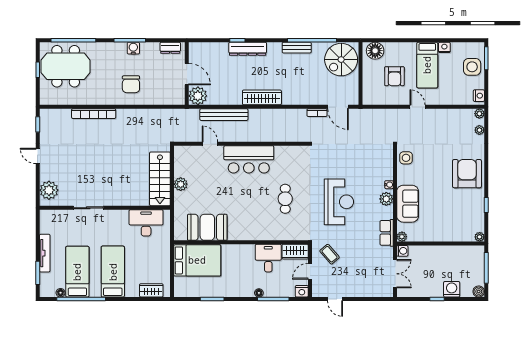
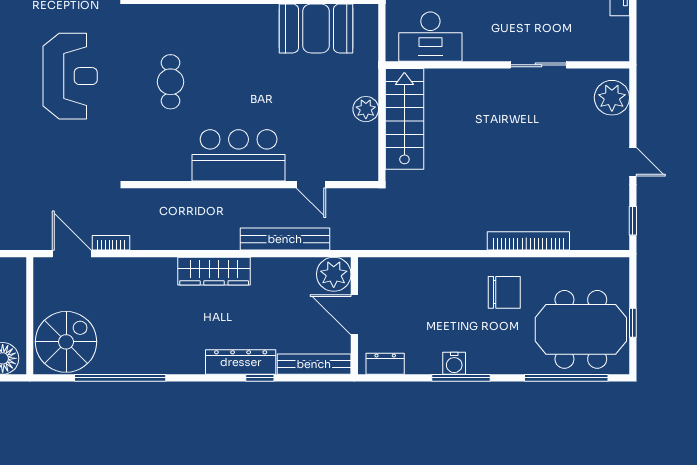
bench: (297, 48) -> (314, 364), moved, width x1.36
chair: (131, 84) -> (504, 292), moved, turned 90
reception desk: (339, 202) -> (70, 76), turned 180

